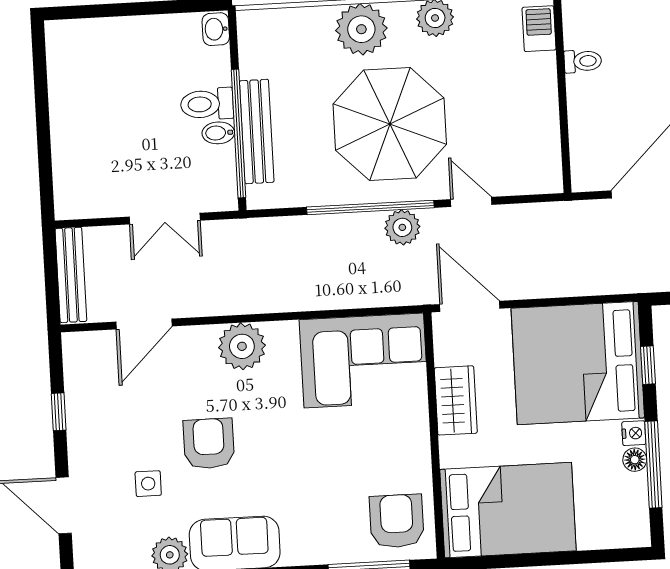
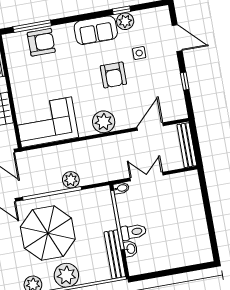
washbasin: (216, 29) -> (130, 249), moved
bench: (257, 132) -> (115, 254), moved
bidet: (218, 133) -> (121, 188), moved
plant: (402, 227) -> (71, 180), moved
armchair: (397, 521) -> (41, 42), moved, turned -90

